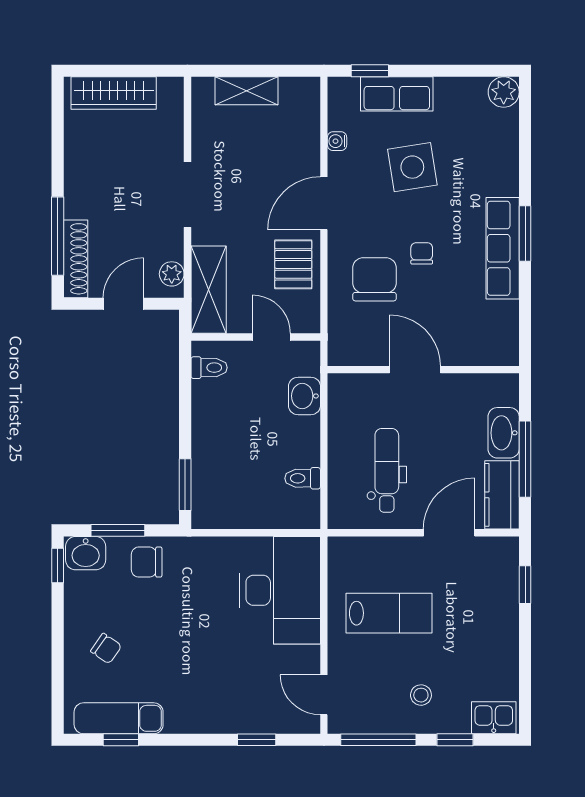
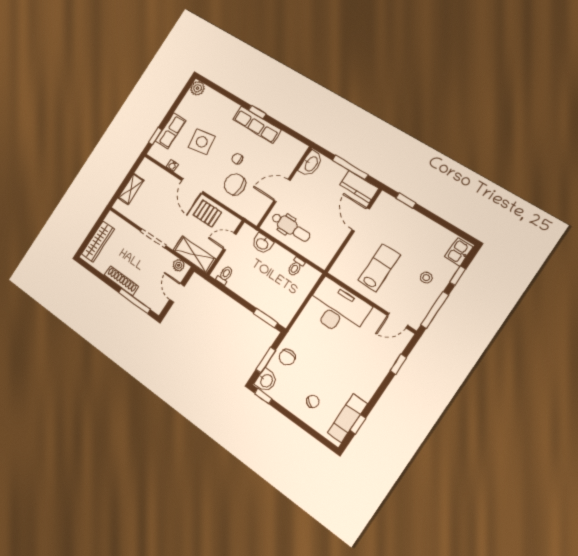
window: (525, 233) -> (257, 112), width x0.67
shoe rack: (76, 259) -> (121, 281), moved
washbasin: (504, 433) -> (311, 164), moved, turned -90
dental chair: (387, 470) -> (291, 227), moved, turned 180

